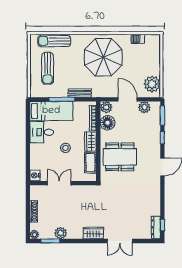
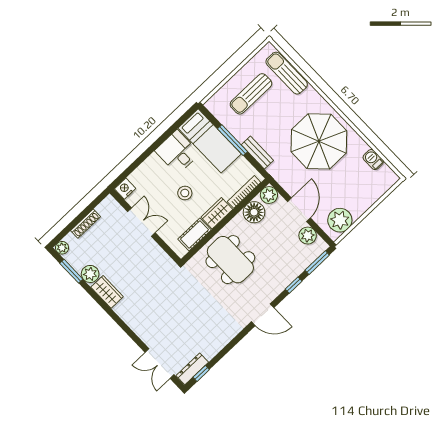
wardrobe: (93, 233) -> (107, 292), moved
double door: (120, 241) -> (159, 364), moved

